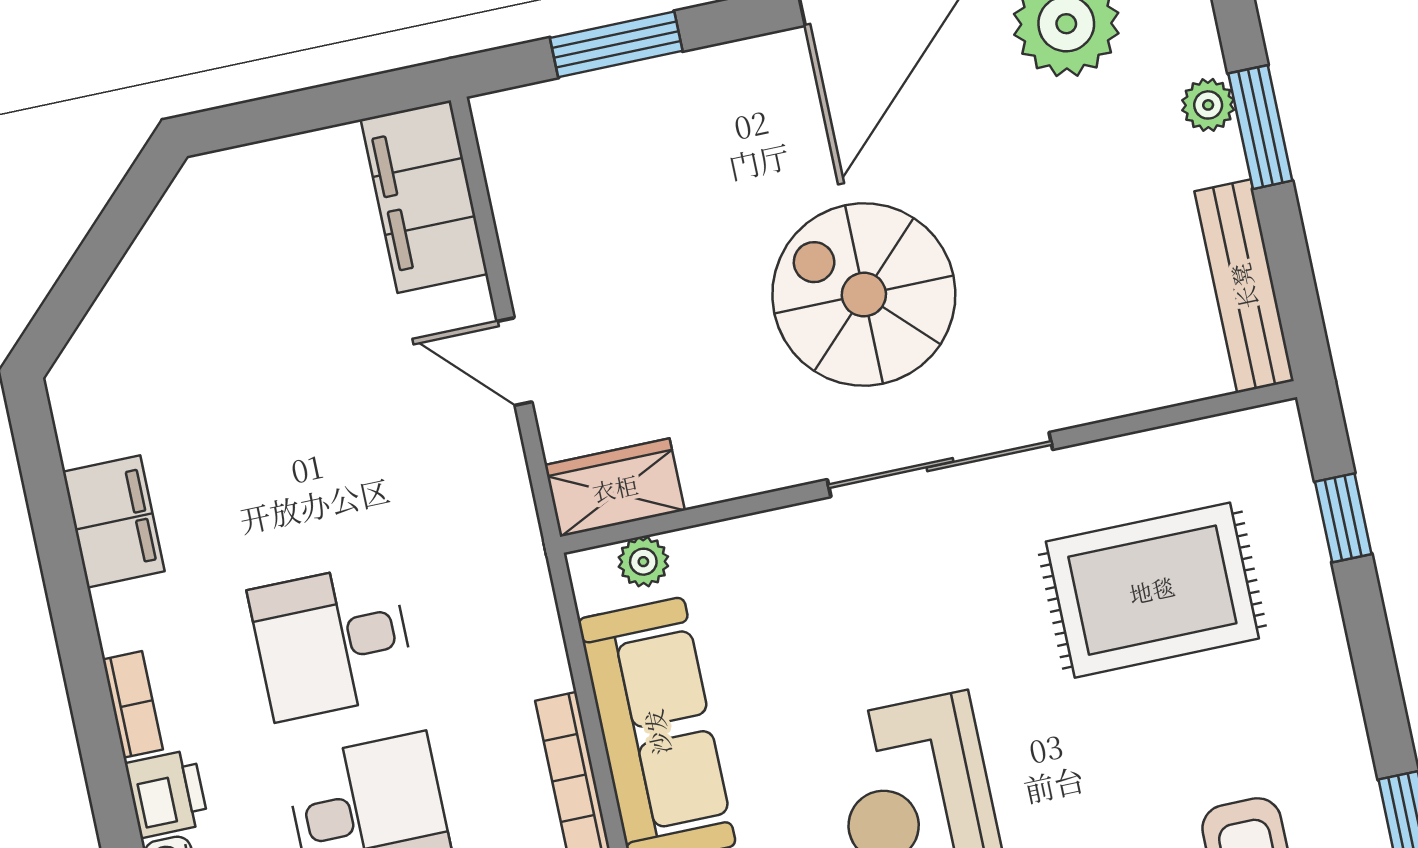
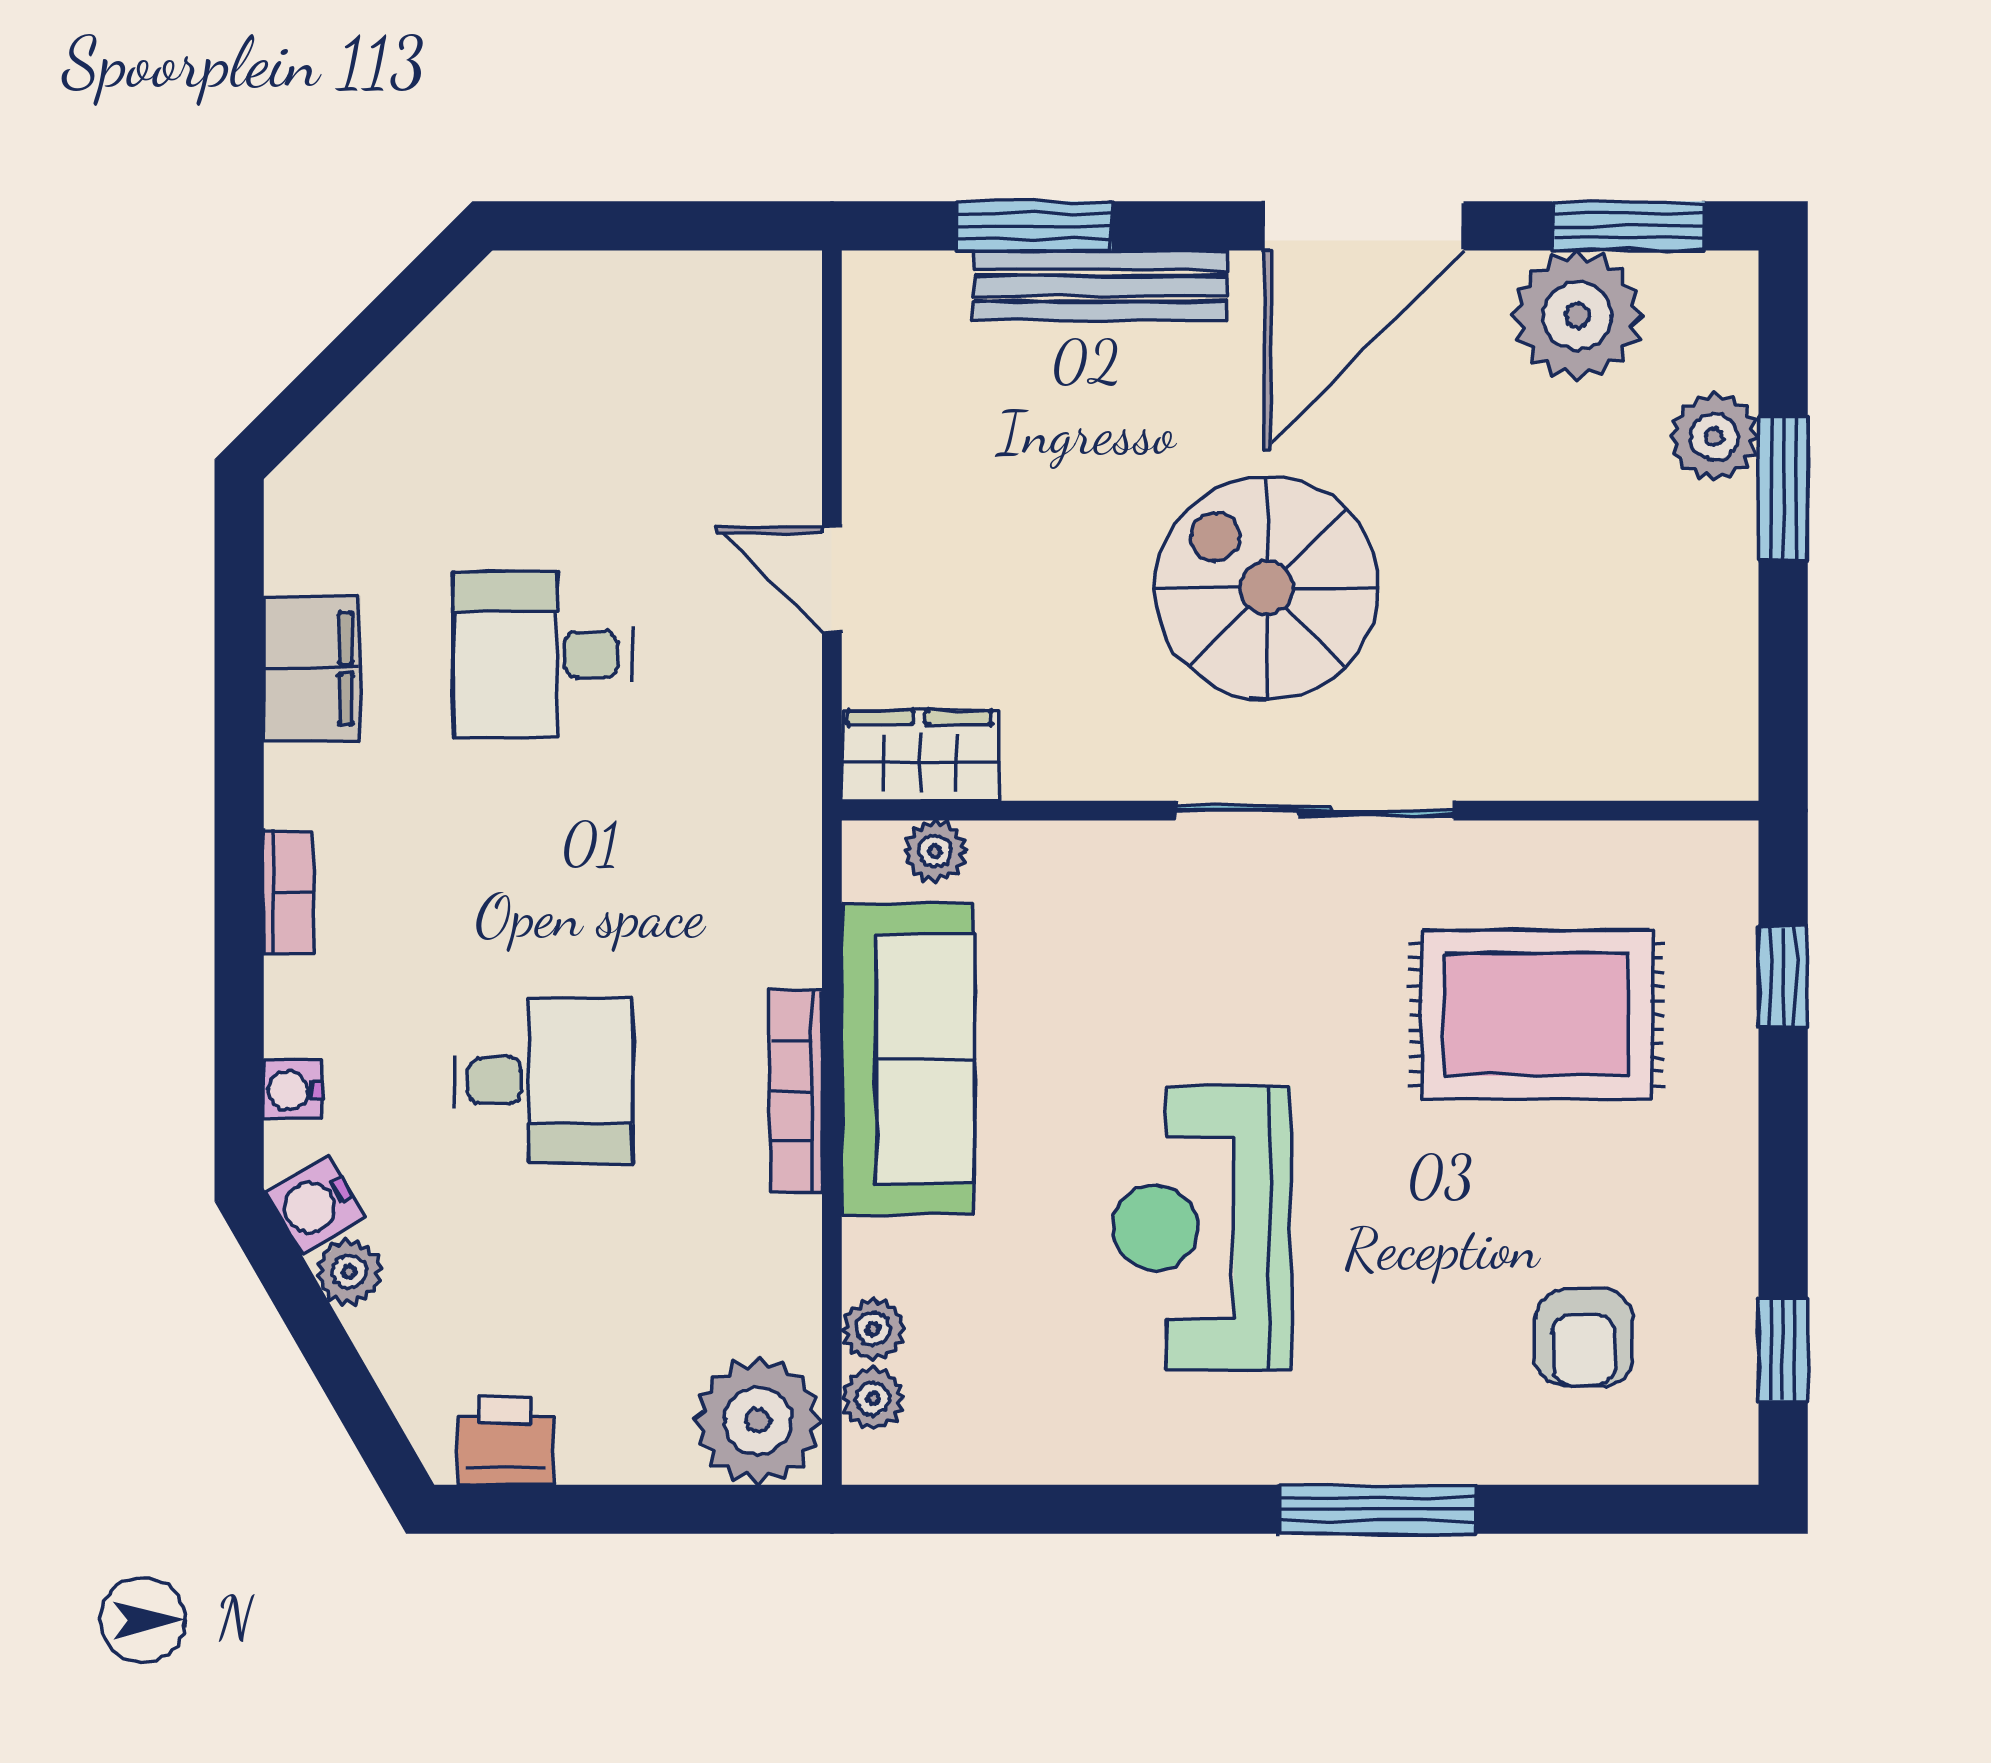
plant: (1208, 105) -> (1714, 437), width x1.38, depth x1.38
filing cabinet: (424, 197) -> (766, 359), removed
bench: (1244, 286) -> (1101, 286), moved, turned 90
desk: (332, 641) -> (543, 655), moved
printer: (167, 794) -> (306, 1007), removed

